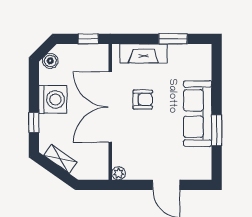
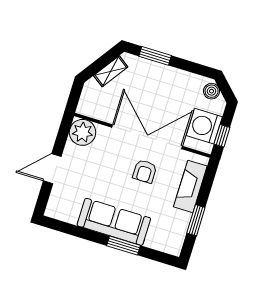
washing machine: (53, 99) -> (204, 126), moved, turned 90
window: (34, 123) -> (155, 56), width x1.50
window: (217, 130) -> (124, 246), moved
plant: (119, 173) -> (83, 132), width x1.87, depth x1.87

